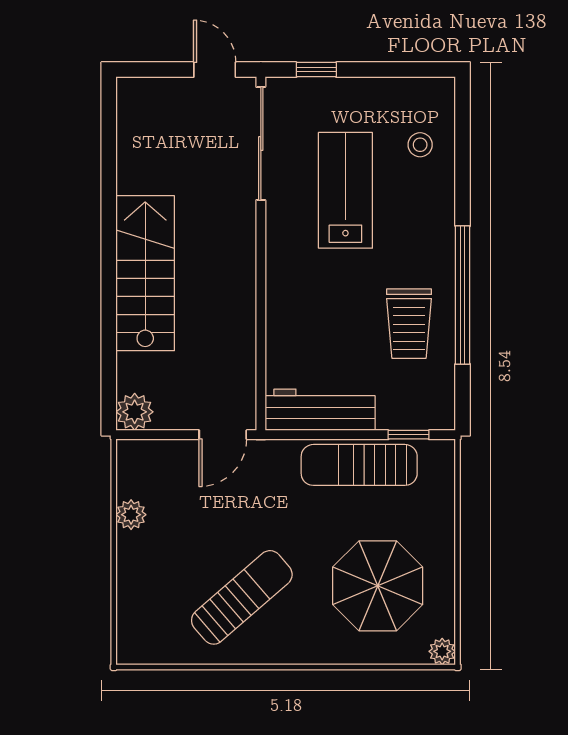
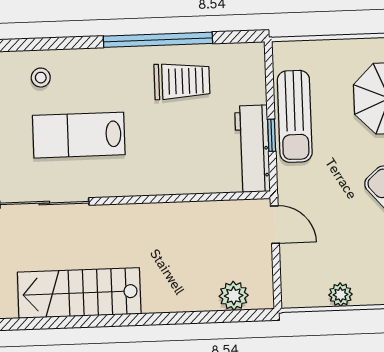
stairs: (145, 273) -> (79, 293), moved
plant: (135, 412) -> (234, 296), moved
window: (409, 435) -> (272, 135), moved

